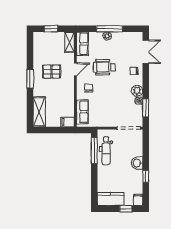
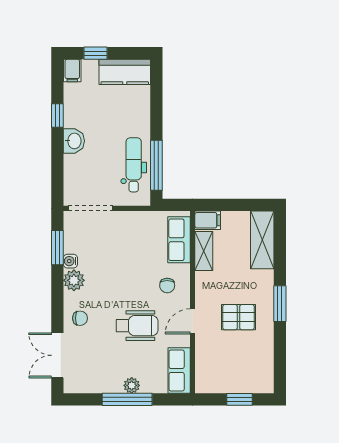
shelving: (70, 42) -> (204, 251), moved

